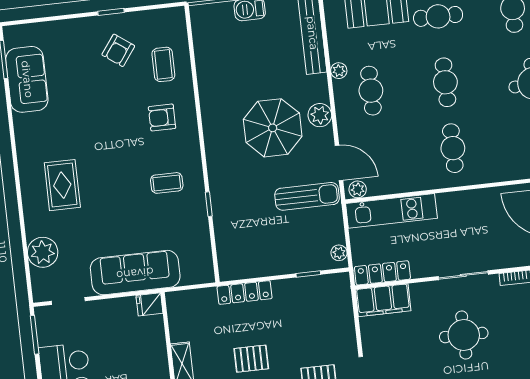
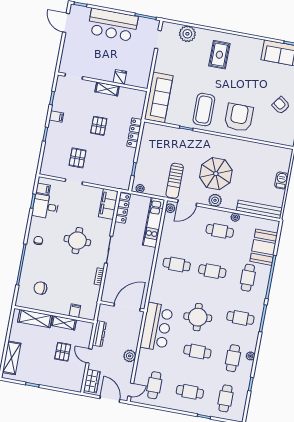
coffee table: (163, 64) -> (266, 127), removed
armchair: (162, 118) -> (239, 117), width x1.88, depth x1.88
coffee table: (167, 183) -> (204, 110), width x1.86, depth x1.72
rug: (62, 185) -> (219, 55), turned 90
sofa: (135, 273) -> (159, 97), moved
fridge: (149, 304) -> (120, 77), moved

